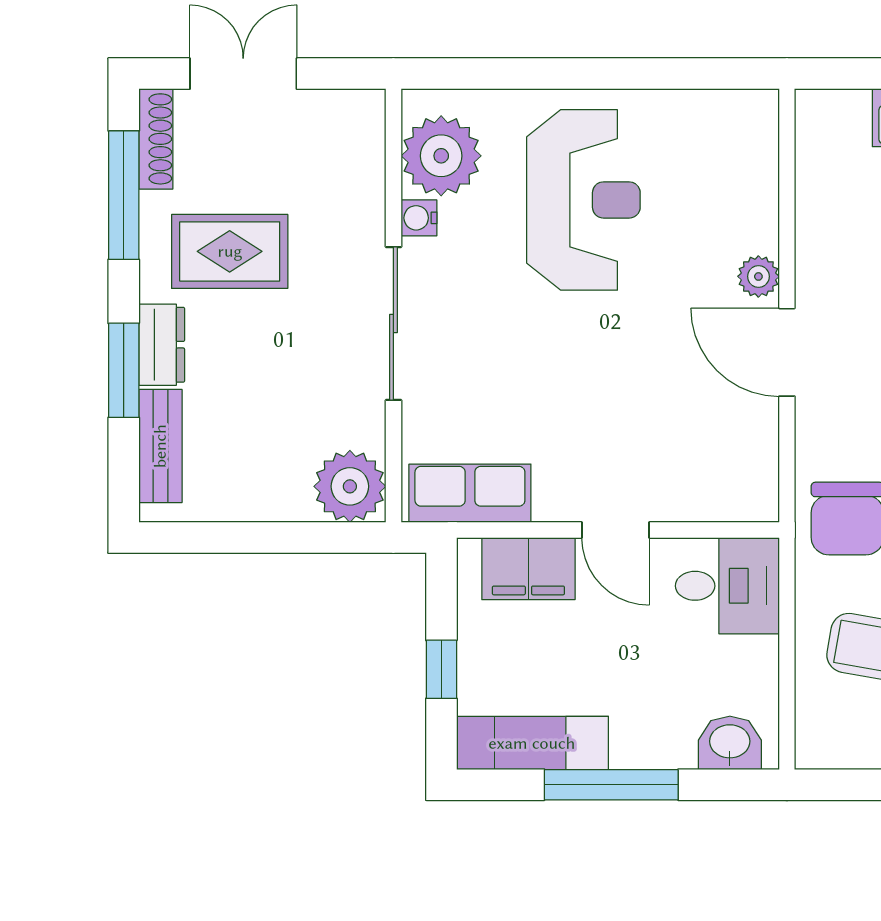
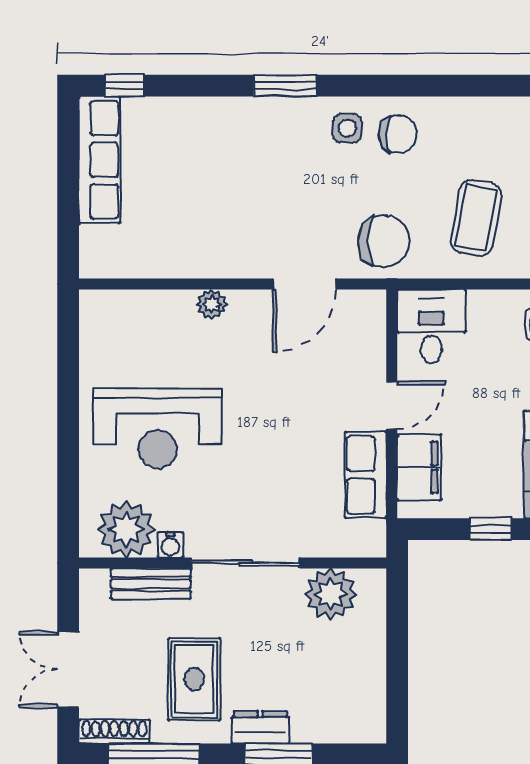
reception desk: (583, 200) -> (158, 428), turned 180
door: (787, 352) -> (304, 284), moved
bench: (160, 446) -> (151, 584), moved
plant: (350, 486) -> (331, 594), moved
row of seats: (470, 493) -> (366, 475), moved

